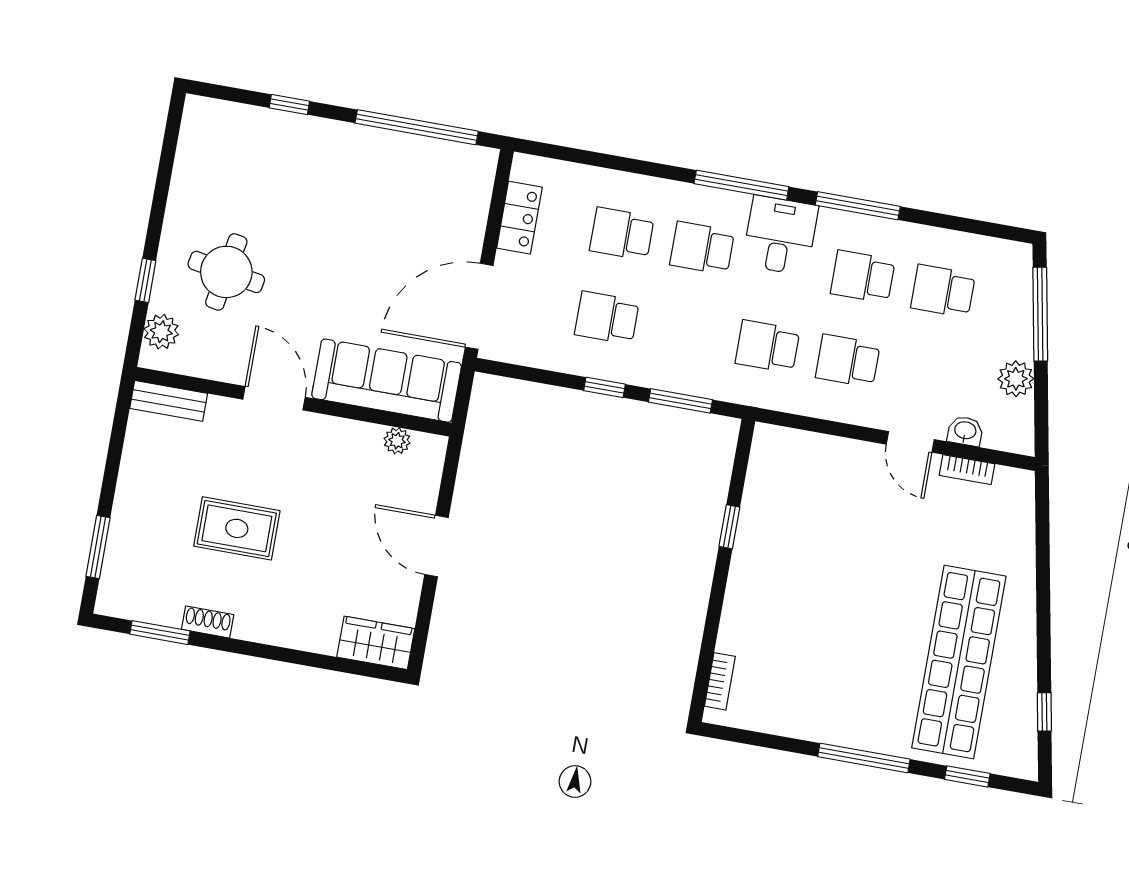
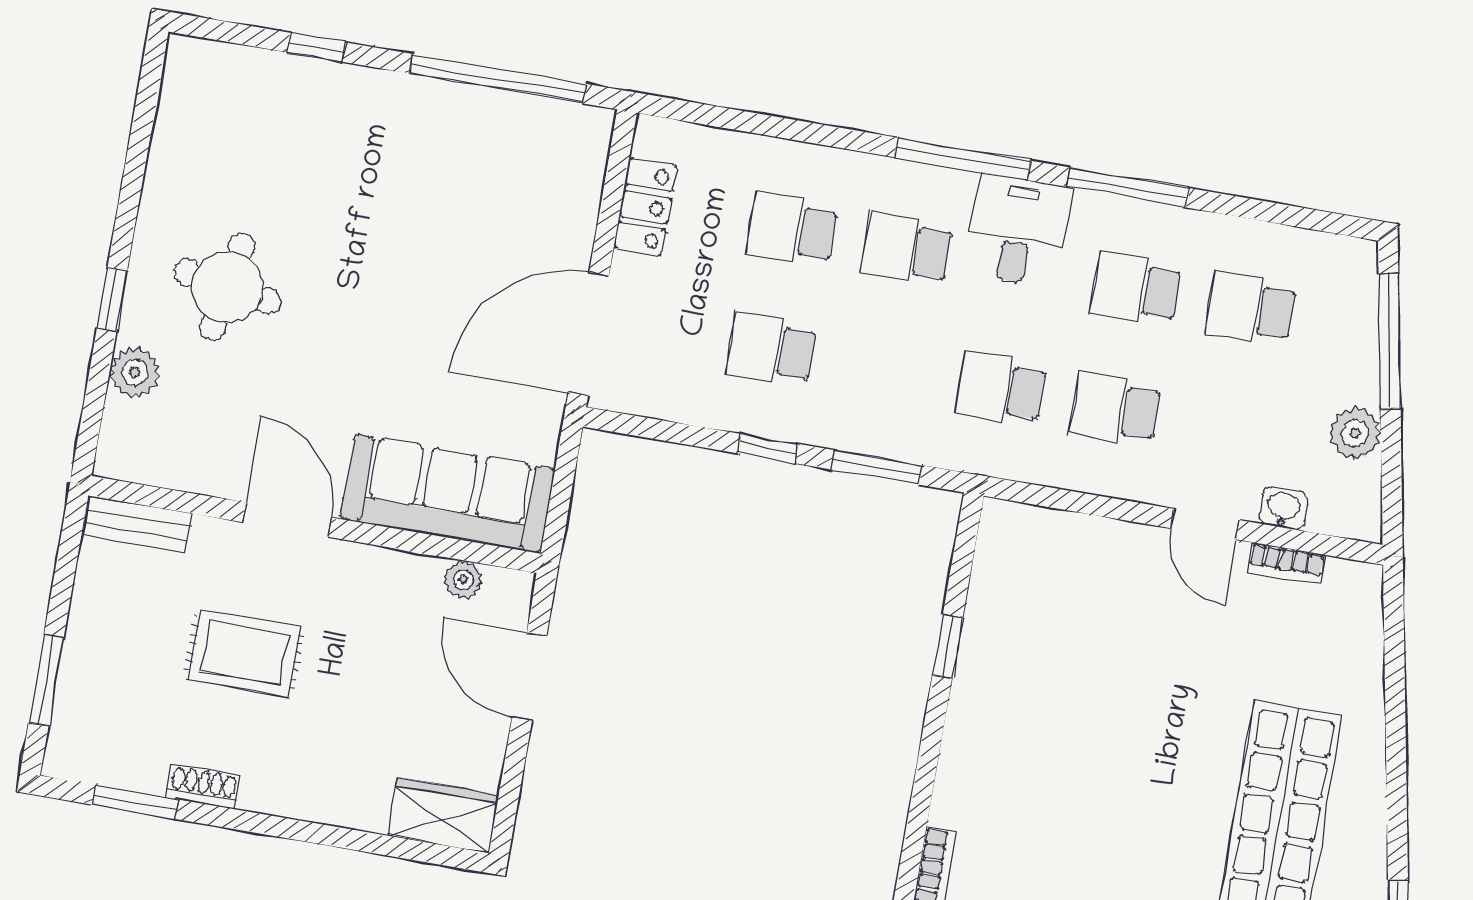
sofa: (387, 381) -> (448, 494), moved
door: (274, 398) -> (287, 520), moved
bench: (169, 401) -> (137, 524), moved
wall: (293, 402) -> (314, 525), moved
plant: (397, 441) -> (463, 580), moved

